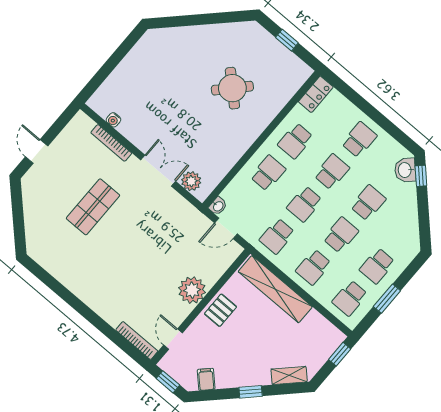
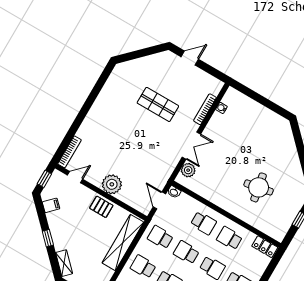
round table: (232, 88) -> (259, 187), turned 36

